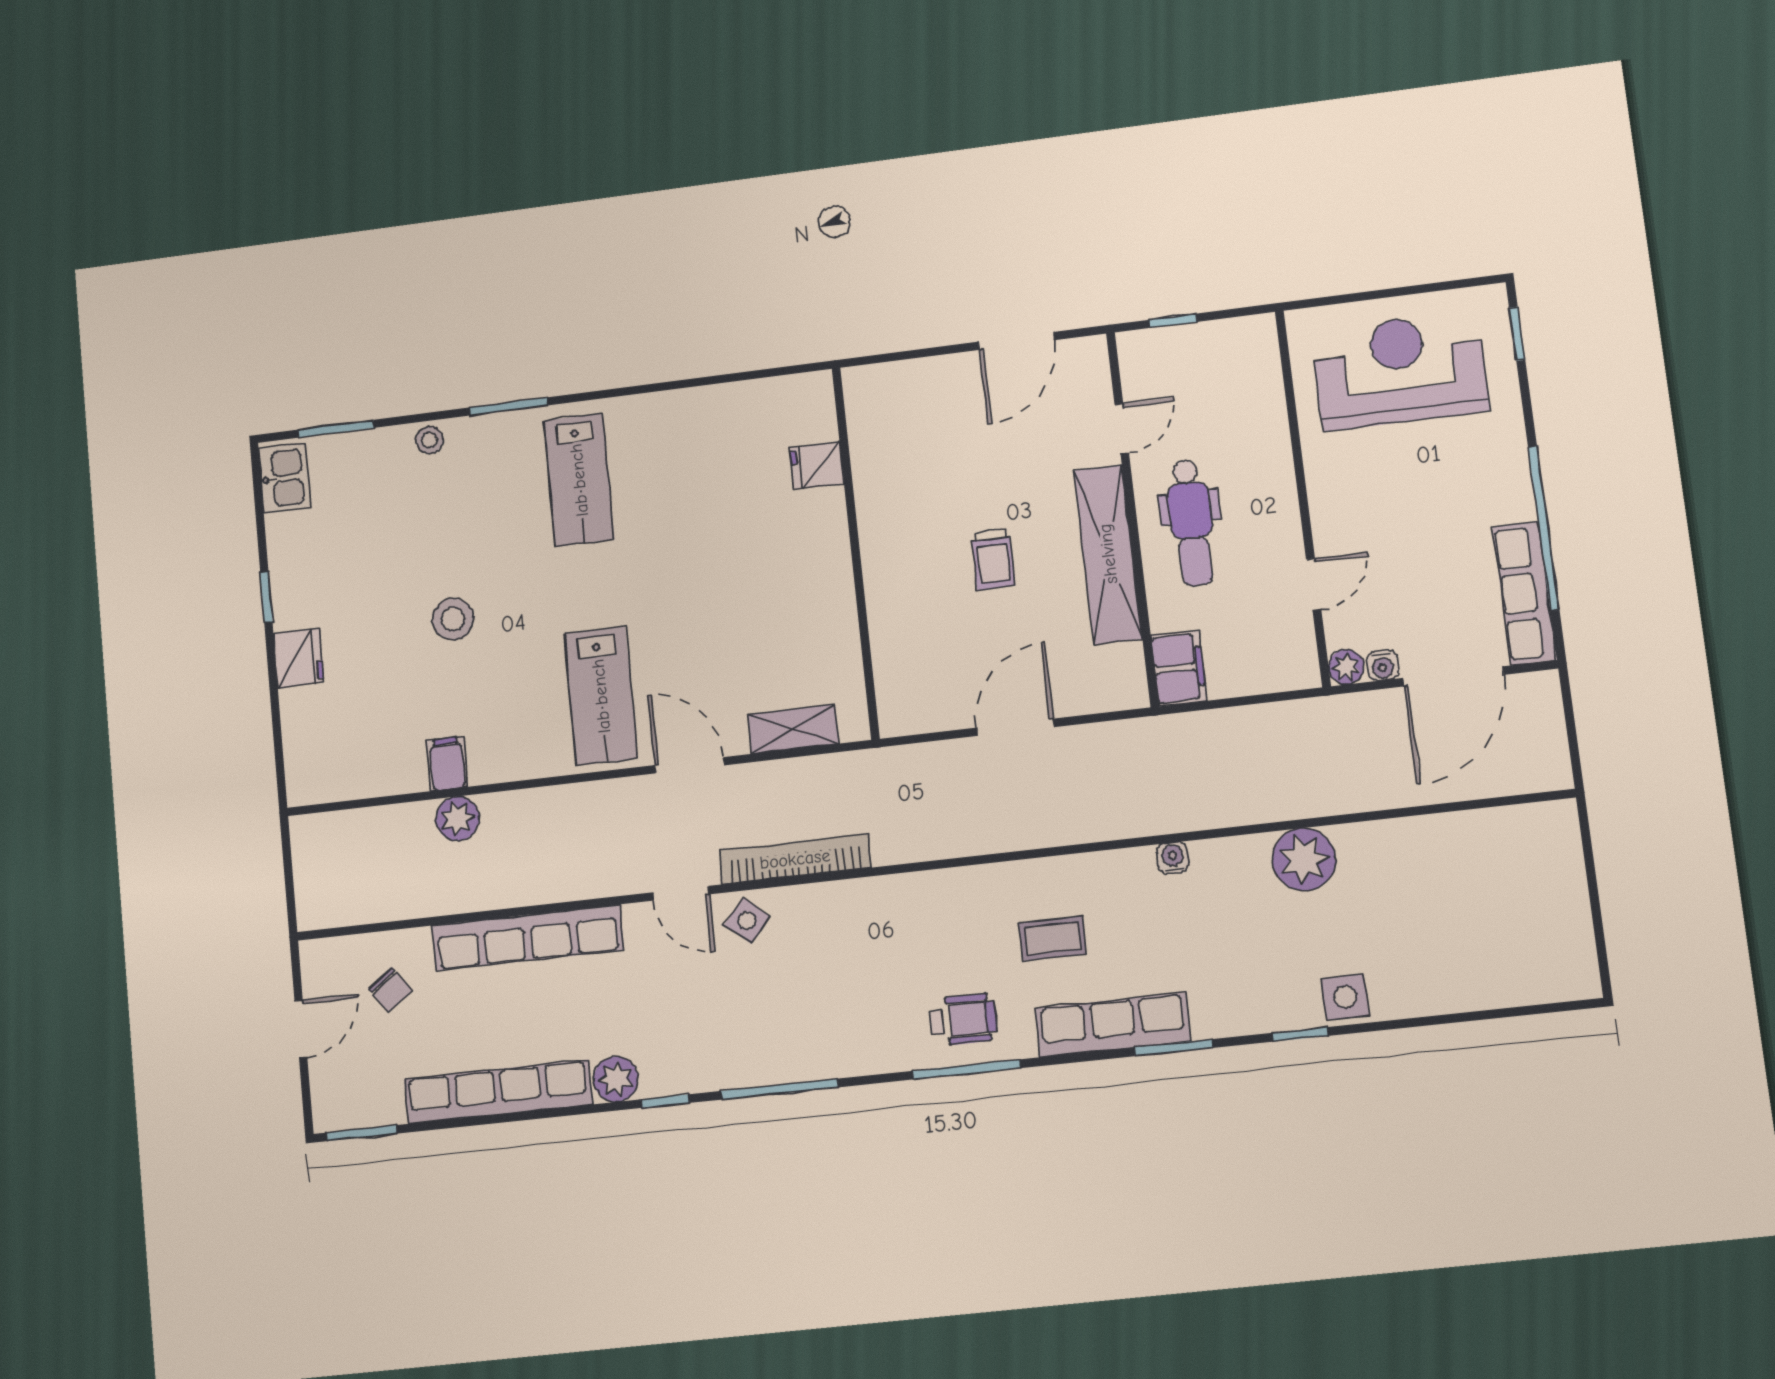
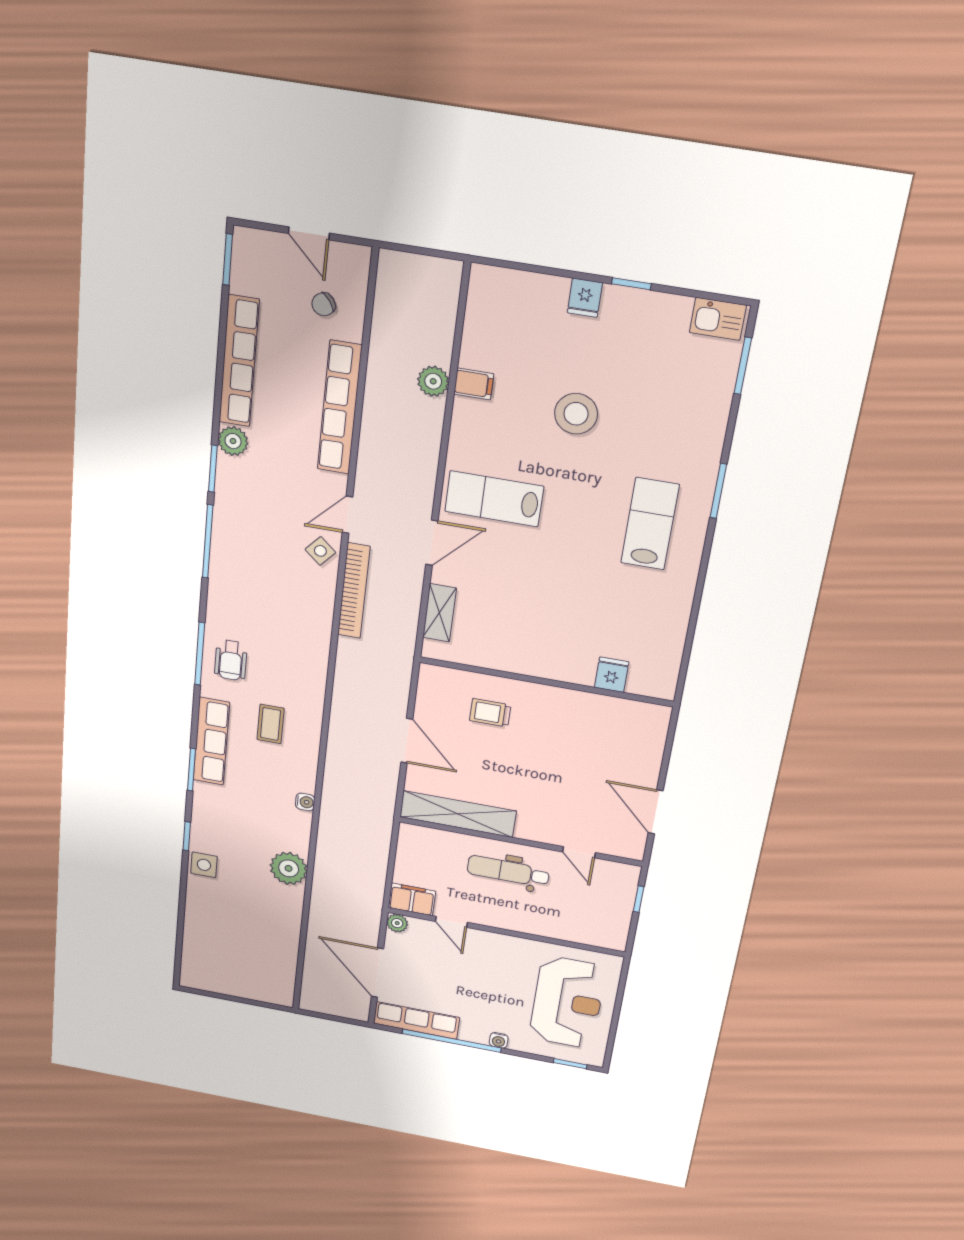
stool: (430, 440) -> (712, 430), removed
lab bench: (579, 480) -> (650, 524), turned 90
shelving: (1108, 554) -> (458, 814), moved
trolley: (993, 559) -> (490, 713), moved
stool: (453, 619) -> (576, 414), width x1.38, depth x1.38
fridge: (299, 658) -> (585, 298), width x0.72
water cooler: (1383, 666) -> (499, 1040), moved, turned -90
filing cabinet: (1179, 668) -> (412, 899), moved, turned 180
window: (665, 1101) -> (213, 469), width x1.50

